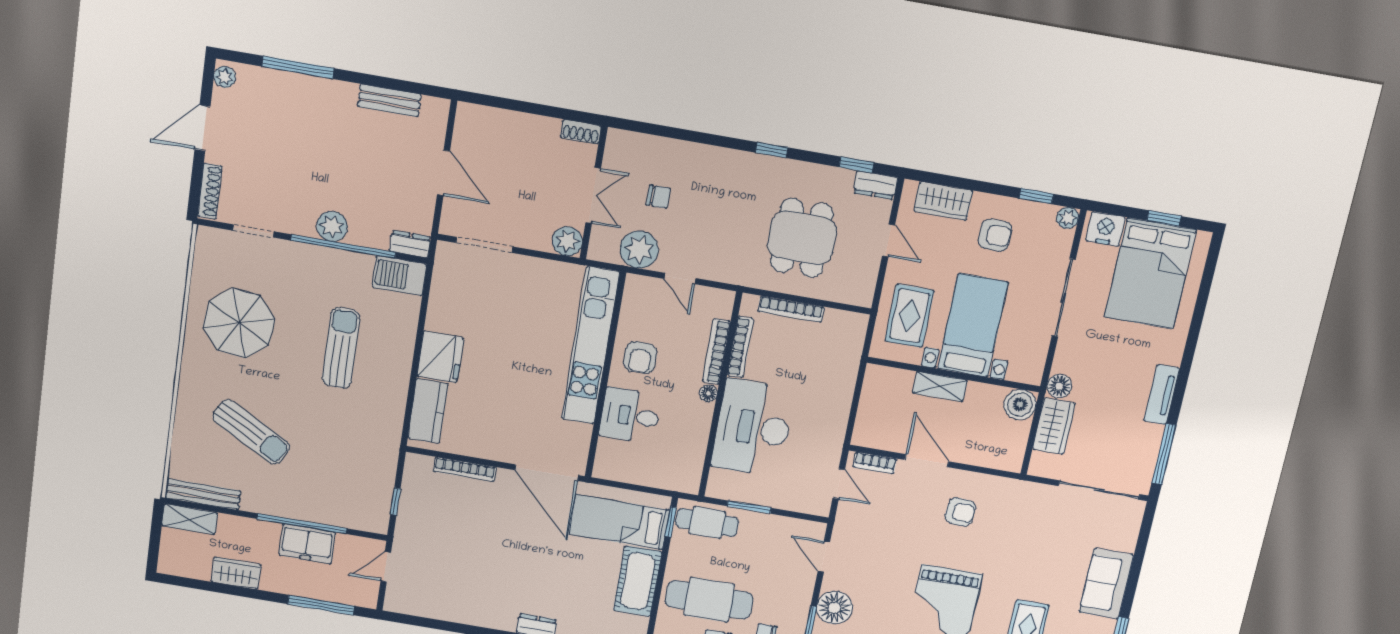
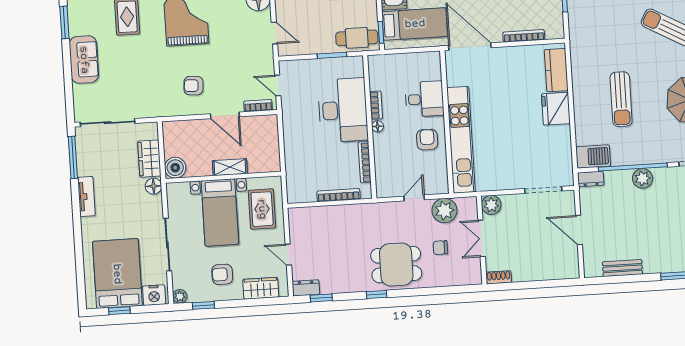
dining table: (802, 238) -> (396, 264), moved, turned 90
door: (680, 279) -> (414, 198), hinge flipped
bookcase: (716, 352) -> (376, 105), moved, width x0.64

